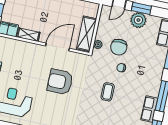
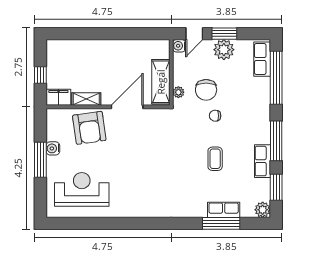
water cooler: (106, 10) -> (179, 46), added
armchair: (60, 82) -> (89, 128), moved, turned -98
coffee table: (108, 92) -> (215, 159), moved

